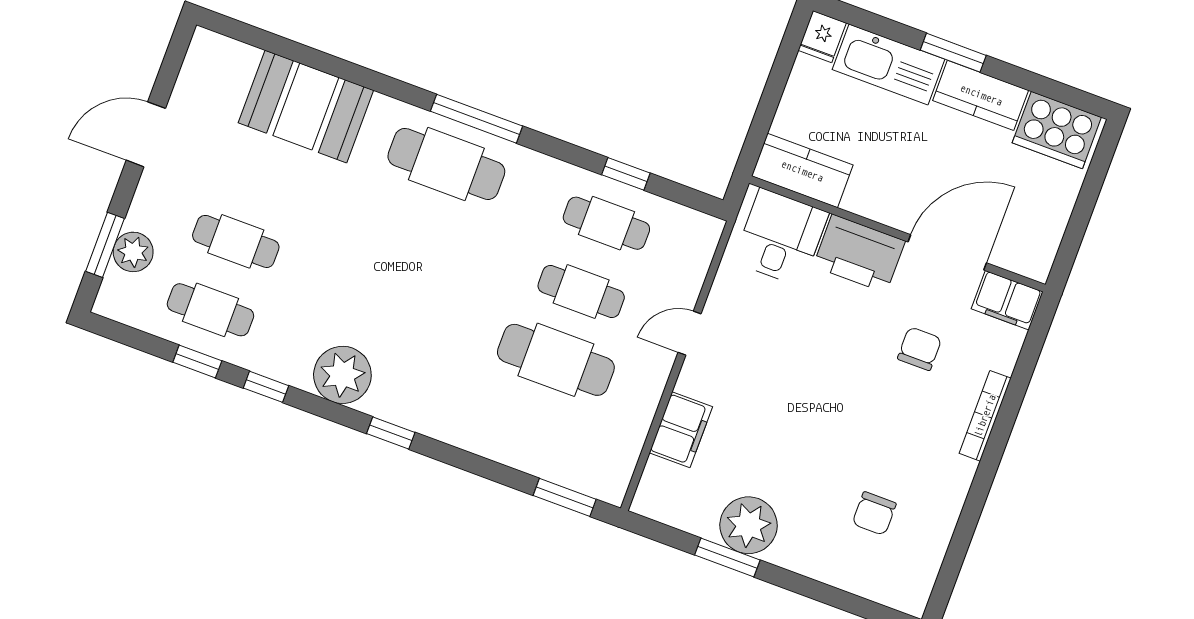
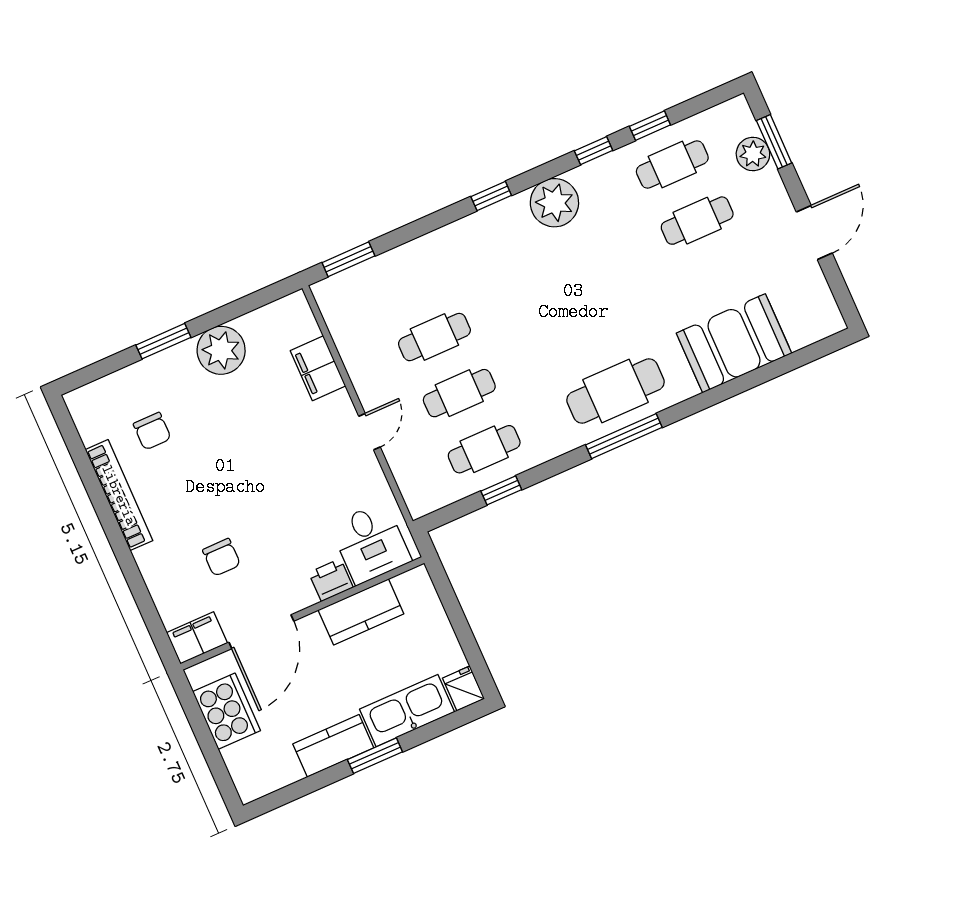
cooker: (1057, 130) -> (227, 711), moved, turned 90
kitchen counter: (802, 171) -> (361, 612), moved
printer: (859, 254) -> (331, 580), width x0.53, depth x0.68
cafe table: (556, 360) -> (434, 337), width x0.73, depth x0.74
bookcase: (985, 416) -> (119, 495), moved, width x1.48, depth x1.31
chair: (874, 514) -> (152, 431), turned 180
window: (727, 557) -> (163, 341), moved

